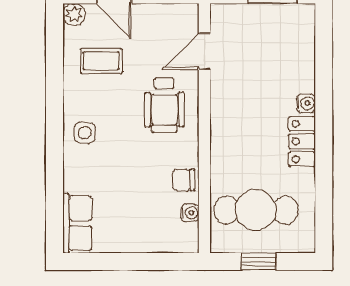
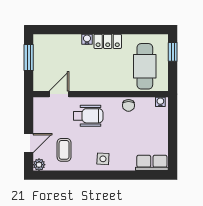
door: (204, 51) -> (59, 94), swing flipped
water cooler: (190, 213) -> (160, 102), moved
window: (259, 261) -> (173, 52), moved

